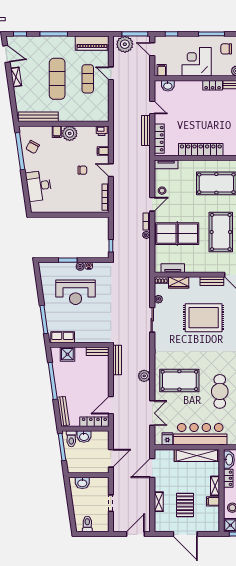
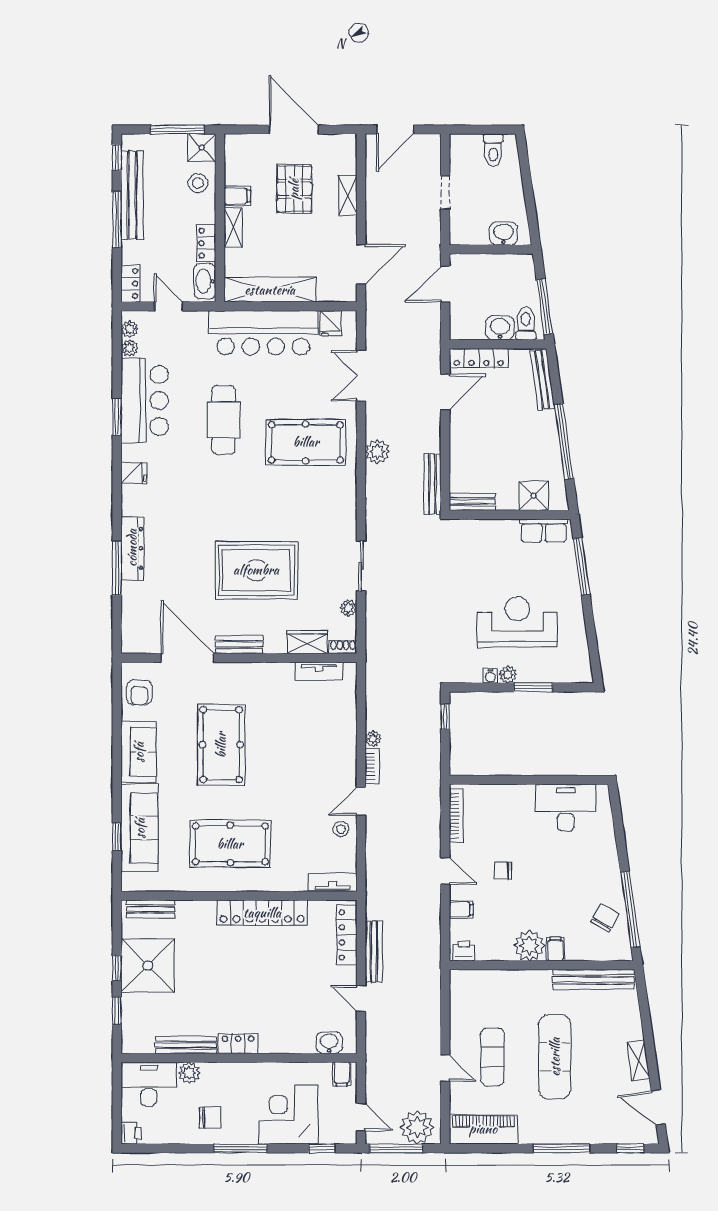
corner desk: (197, 62) -> (288, 1115), moved, turned 180
desk: (39, 186) -> (566, 808), moved, turned -82
table tennis table: (177, 234) -> (310, 741), removed

